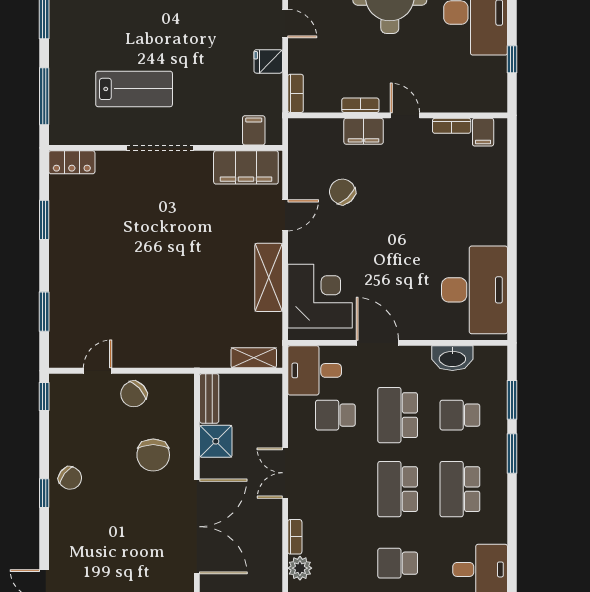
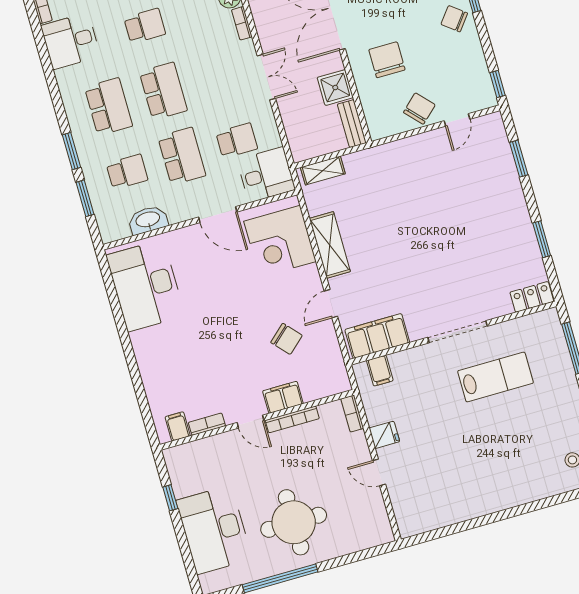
lab bench: (134, 89) -> (495, 377), turned 180
bookcase: (360, 105) -> (292, 419), width x1.56

